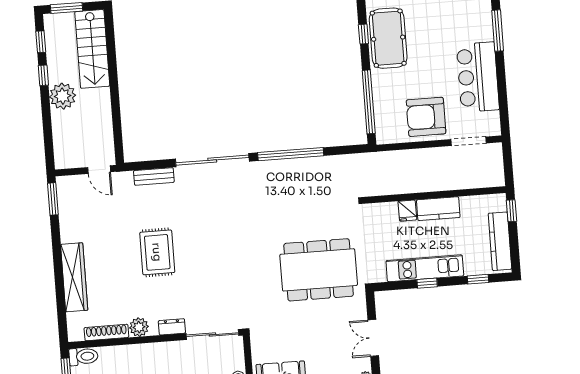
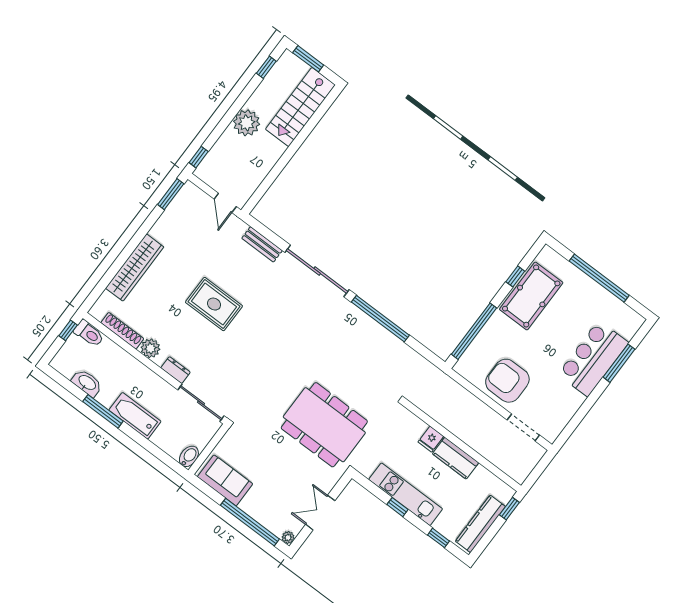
window: (43, 75) -> (199, 157), moved
bar counter: (478, 77) -> (593, 359), moved
rug: (157, 252) -> (214, 304), turned 90

